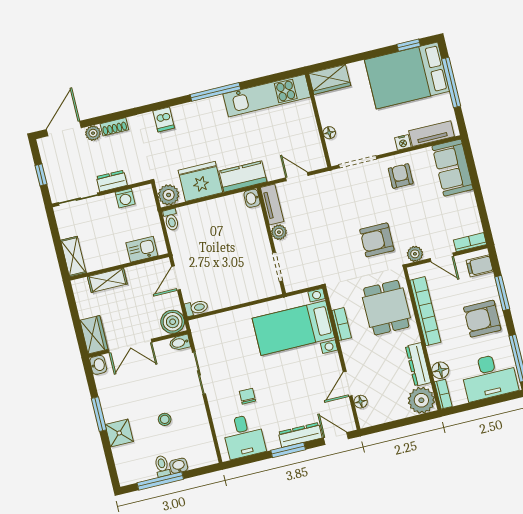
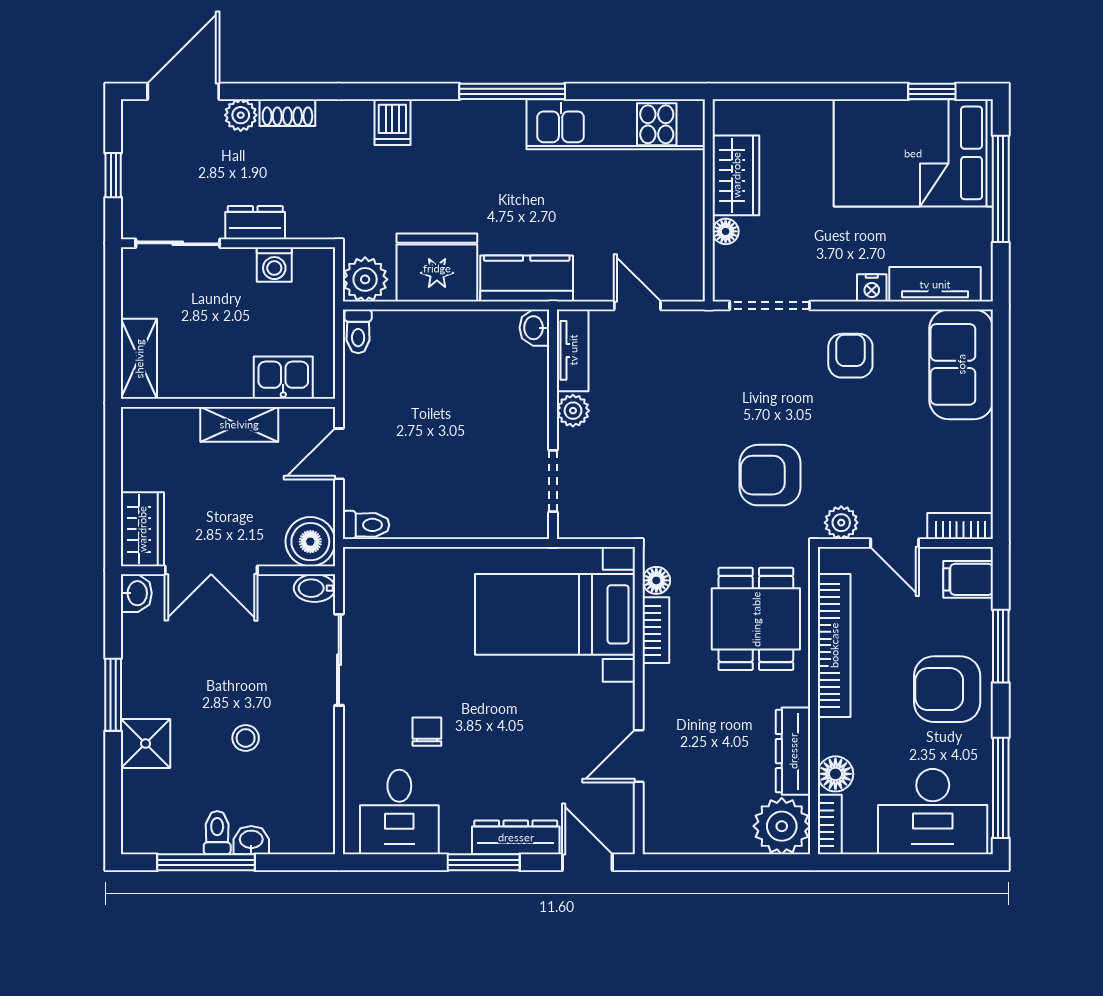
wardrobe: (330, 79) -> (736, 175), moved, turned -90
shelving: (107, 280) -> (239, 424), moved
floor lamp: (361, 402) -> (656, 580), moved

